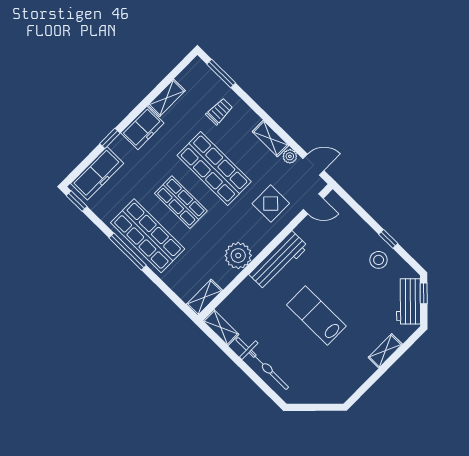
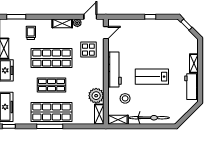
plant: (238, 256) -> (96, 96), moved
stool: (379, 260) -> (125, 98), moved
workbench: (408, 301) -> (191, 87), moved, turned 45

